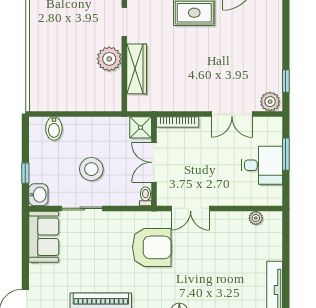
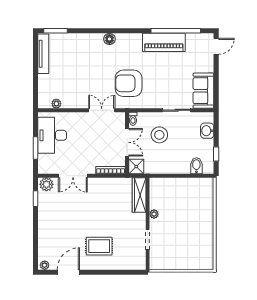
plant: (109, 59) -> (154, 214), width x0.53, depth x0.53
wardrobe: (137, 69) -> (139, 195), moved
double door: (232, 114) -> (73, 176), swing flipped
desk: (262, 165) -> (52, 135), width x1.37
stool: (91, 169) -> (159, 135), moved
window: (25, 173) -> (216, 154), moved
washbasin: (38, 195) -> (207, 131), moved

